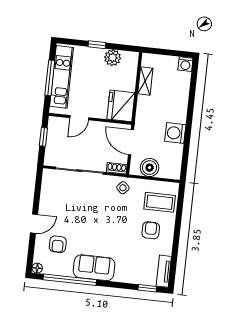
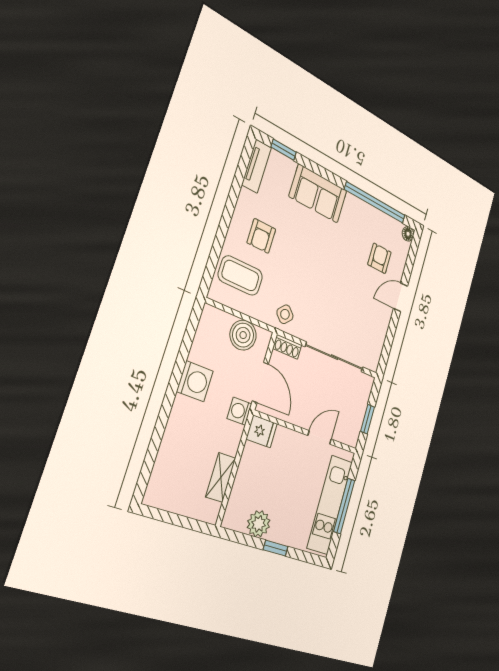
washing machine: (185, 64) -> (239, 411), moved, turned -90
fridge: (121, 106) -> (262, 431), width x0.53, depth x0.75
sofa: (94, 268) -> (318, 194), moved

